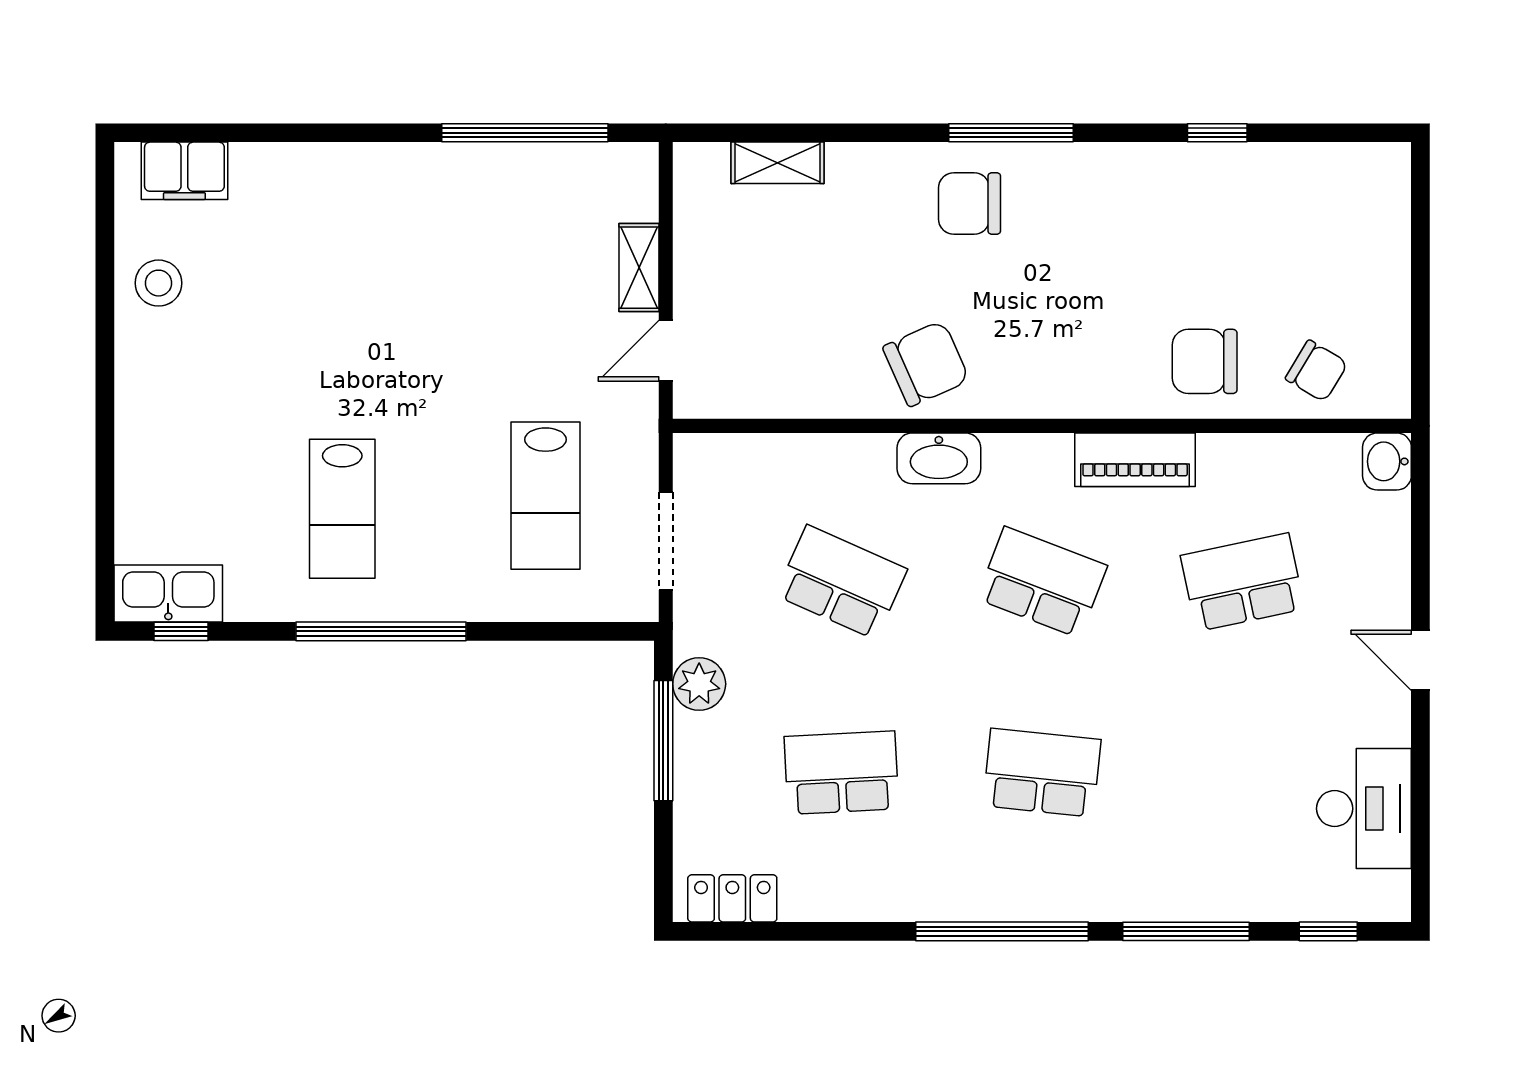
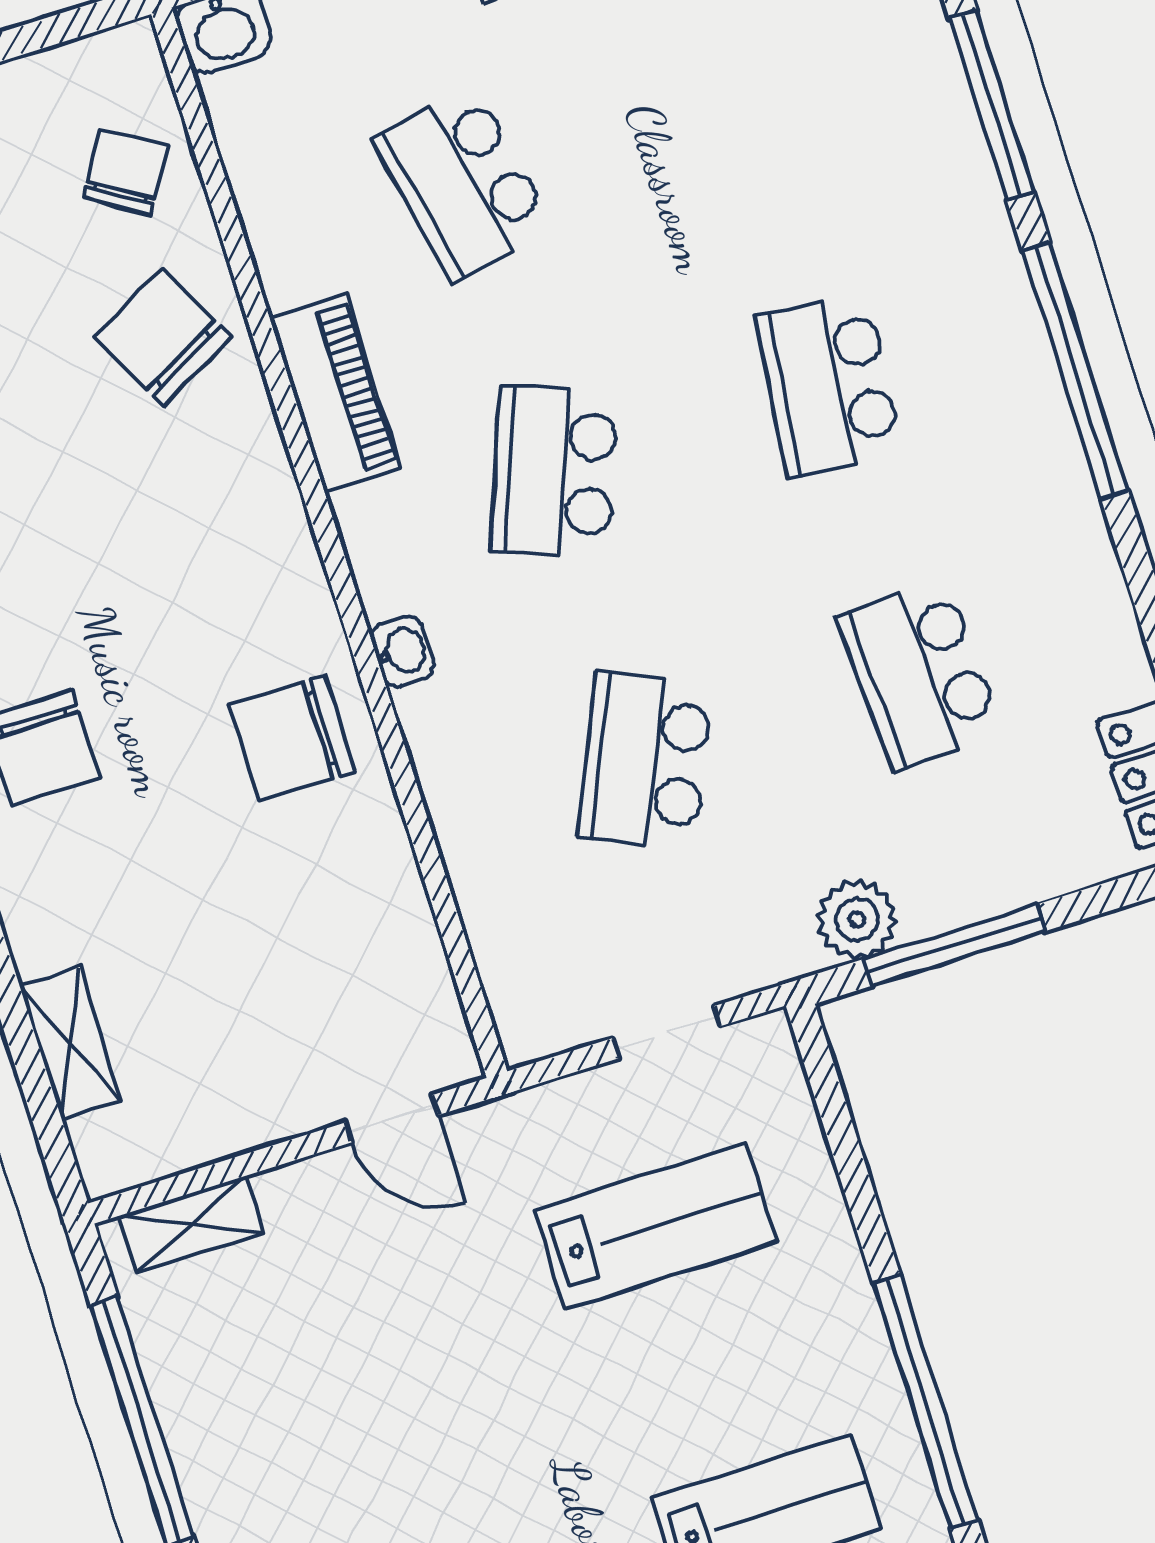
shelving: (639, 268) -> (191, 1224), moved
chair: (1205, 361) -> (163, 338), turned 152
chair: (926, 364) -> (292, 738), turned -66
washbasin: (939, 458) -> (402, 651), width x0.52, depth x0.69
doorway: (666, 541) -> (666, 1032), width x0.73

